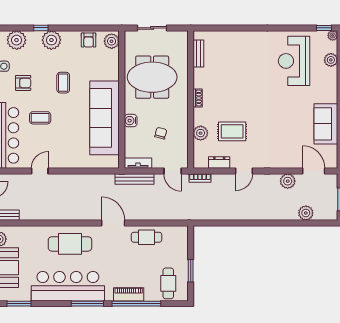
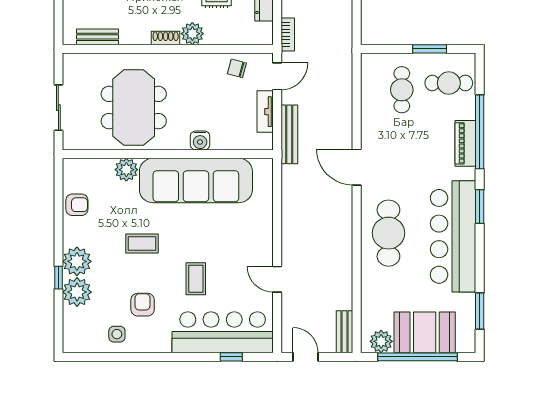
plant: (17, 40) -> (77, 292), moved
plant: (112, 41) -> (126, 170), moved
chair: (161, 133) -> (237, 68), moved
plant: (201, 133) -> (192, 34), moved
tv unit: (138, 163) -> (265, 112), moved
door: (113, 223) -> (357, 167), hinge flipped
cafe table: (147, 237) -> (402, 90), moved
window: (87, 304) -> (480, 207), width x0.69

